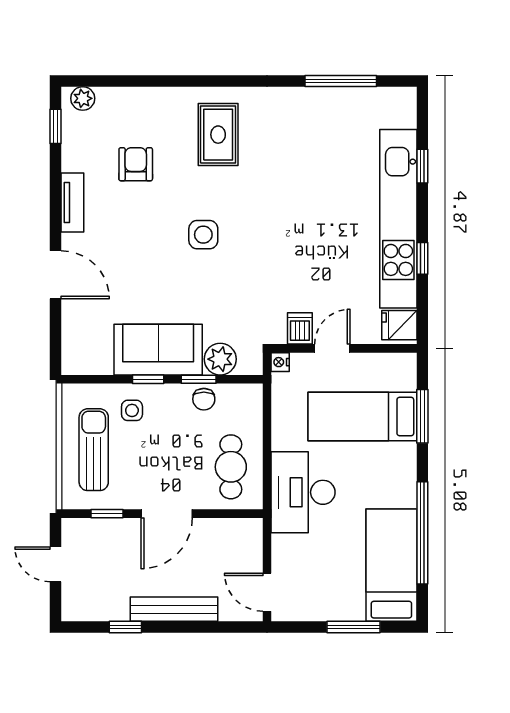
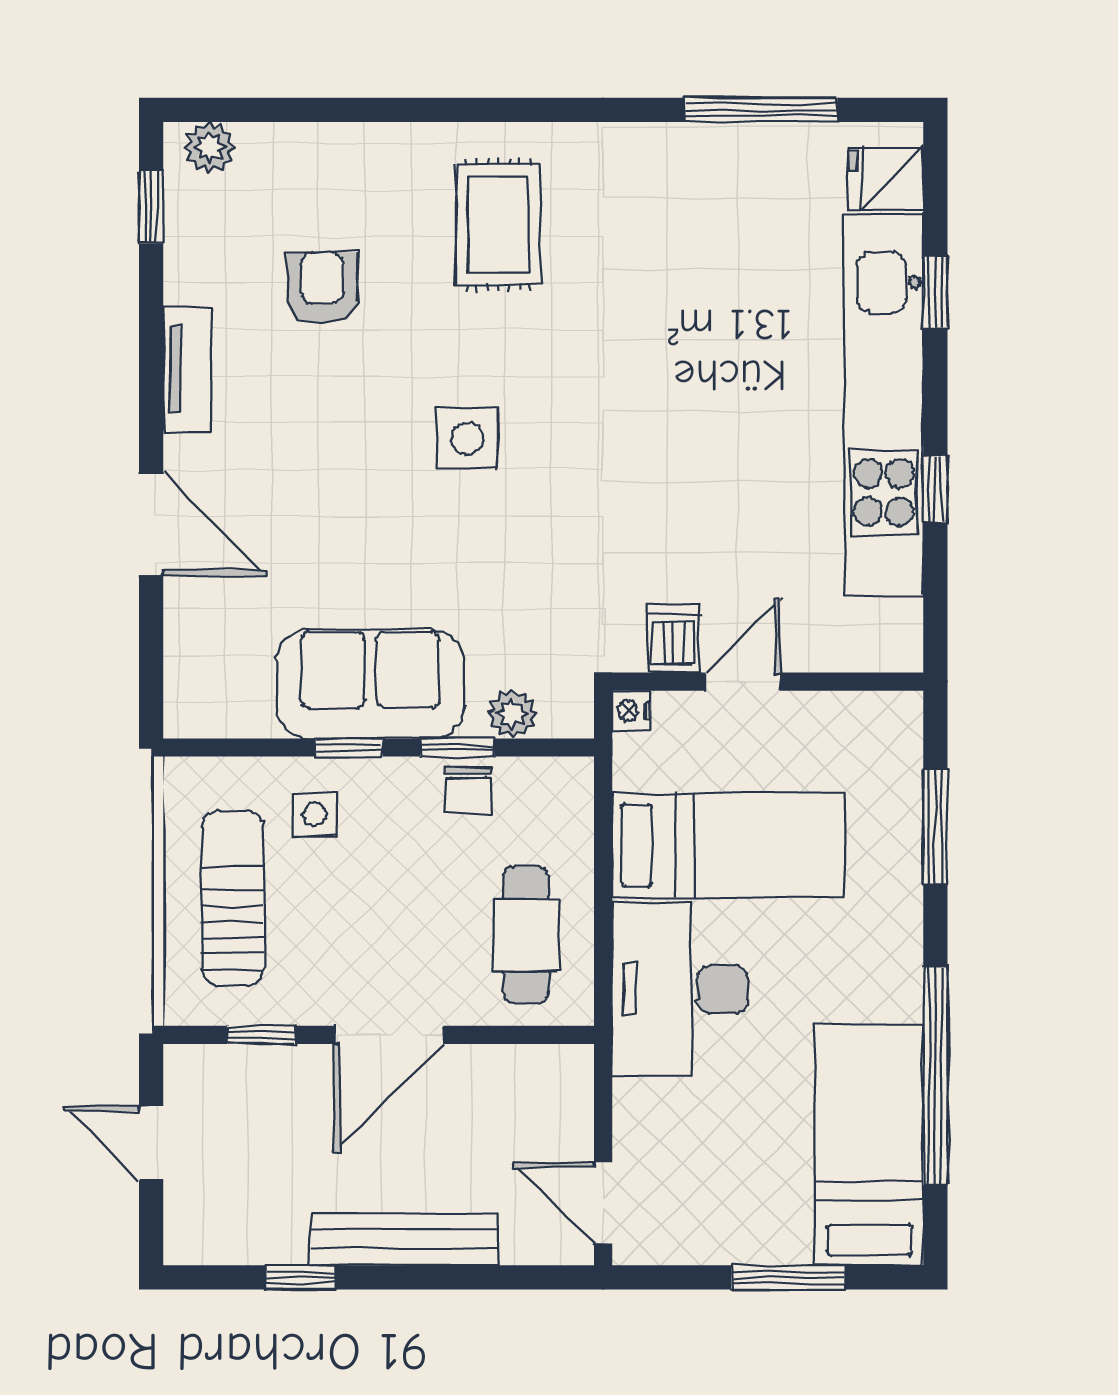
fridge: (399, 325) -> (886, 177), moved
plant: (220, 359) -> (512, 714), width x0.73, depth x0.73
bed: (362, 417) -> (728, 845), moved, turned 180

